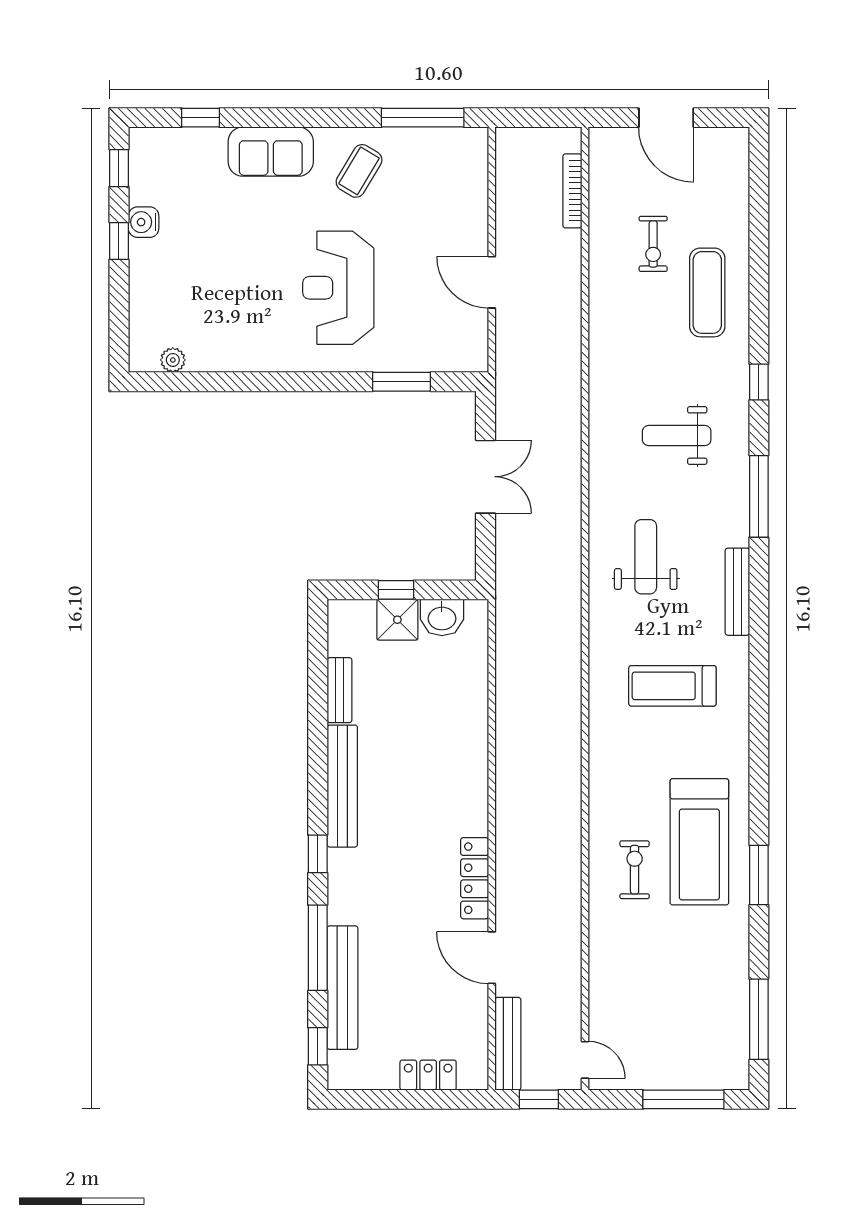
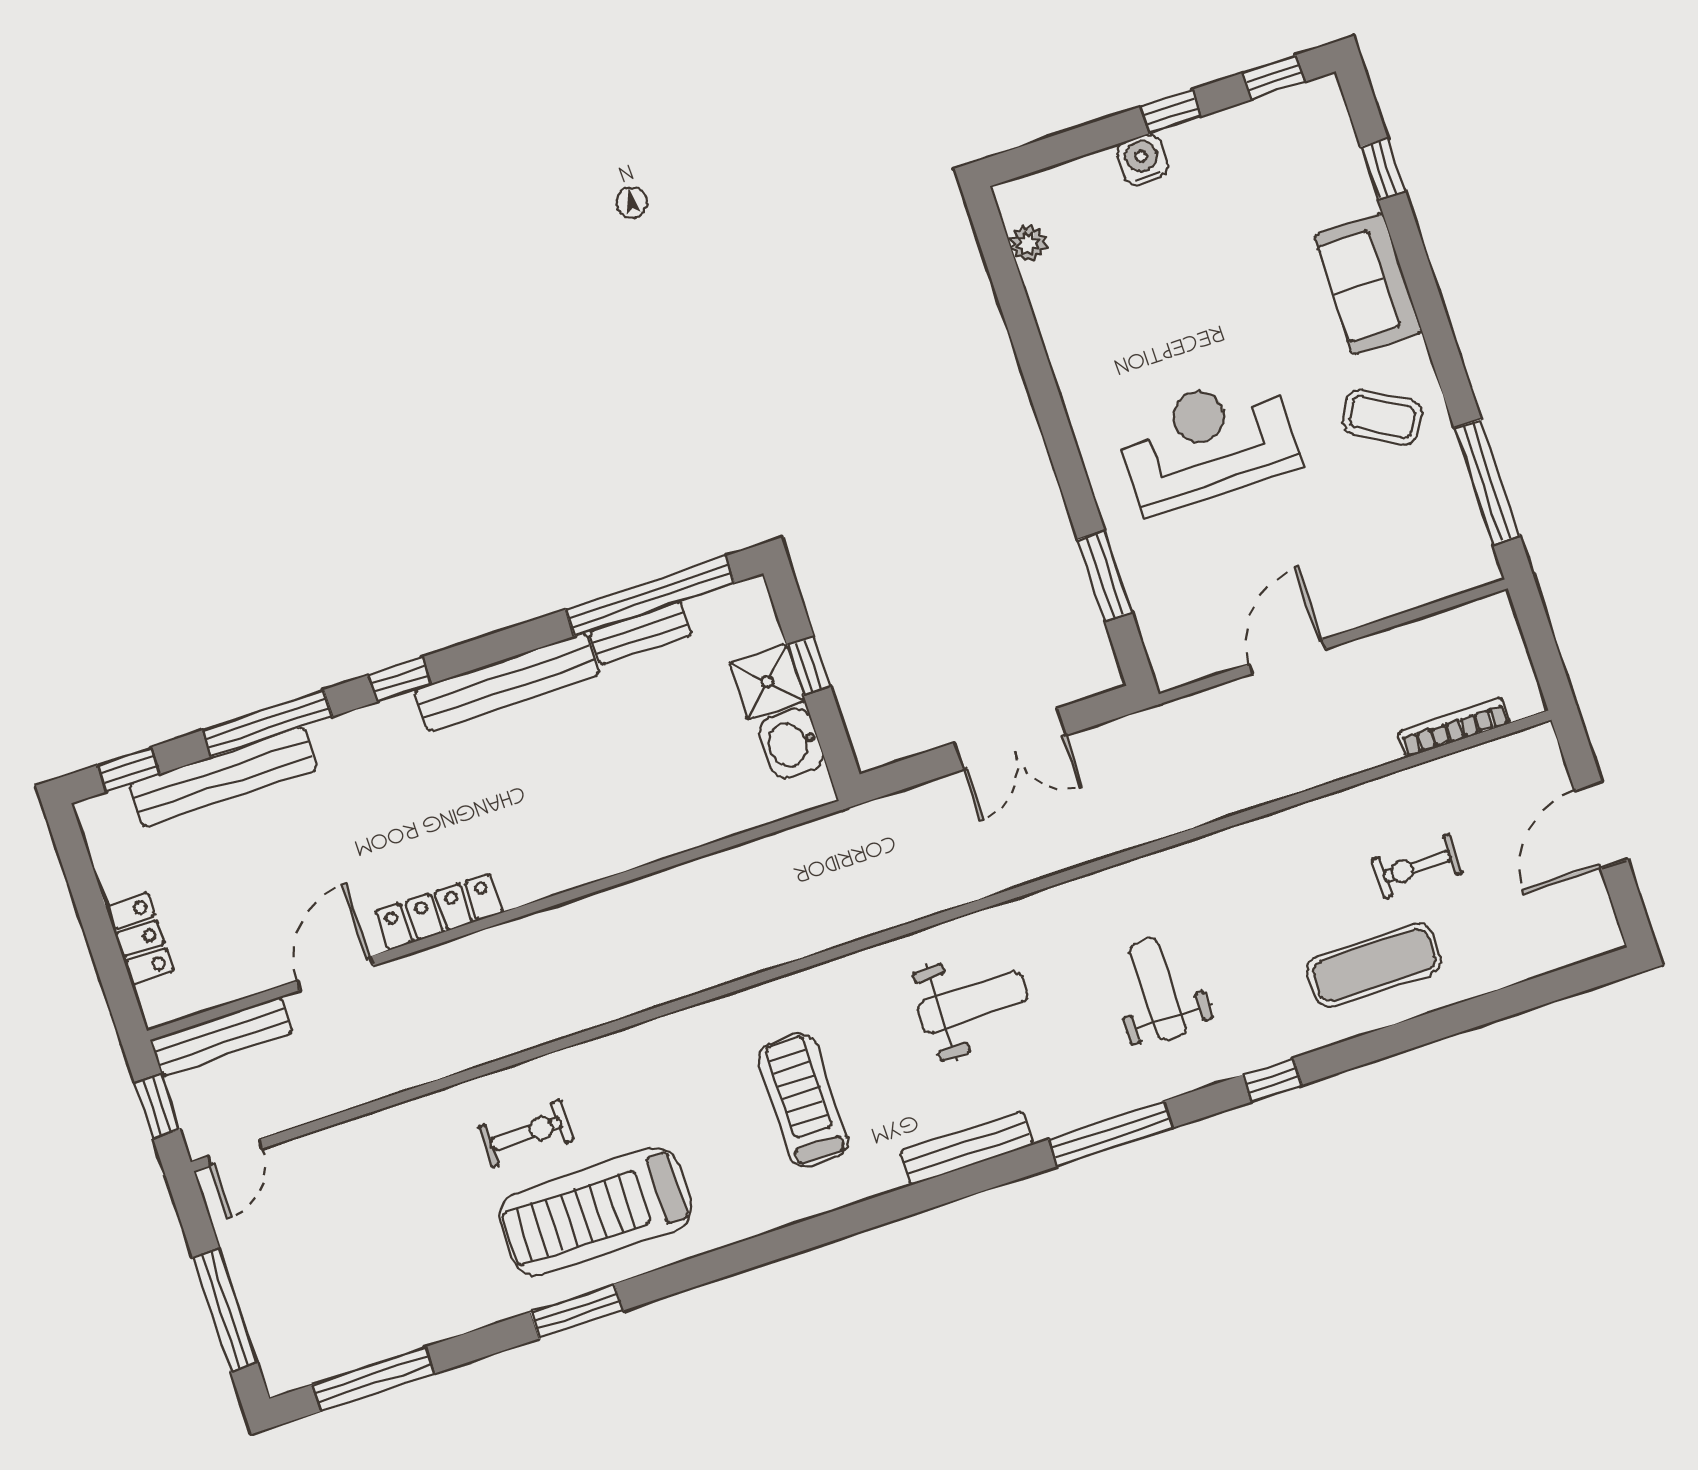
water cooler: (144, 222) -> (1142, 159), moved
window: (318, 677) -> (650, 596), added

